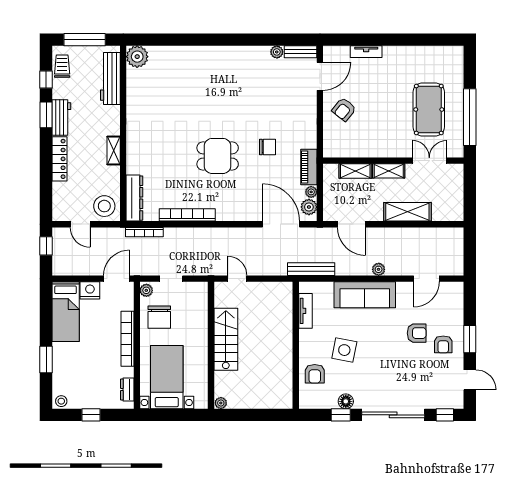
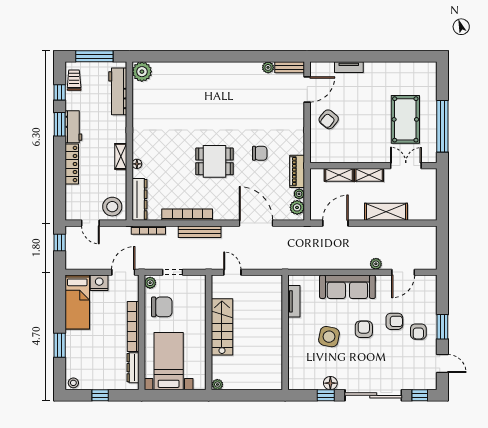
floor lamp: (132, 159) -> (137, 164), added
door: (281, 224) -> (256, 223), moved
door: (351, 224) -> (335, 223), swing flipped
bench: (311, 269) -> (200, 232), moved
plant: (379, 269) -> (376, 264), moved
chair: (159, 317) -> (162, 307), turned -90
armchair: (315, 374) -> (364, 329), moved, turned 180
dresser: (127, 389) -> (133, 368), width x1.44

